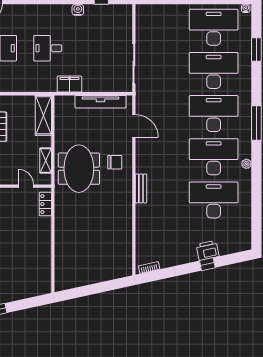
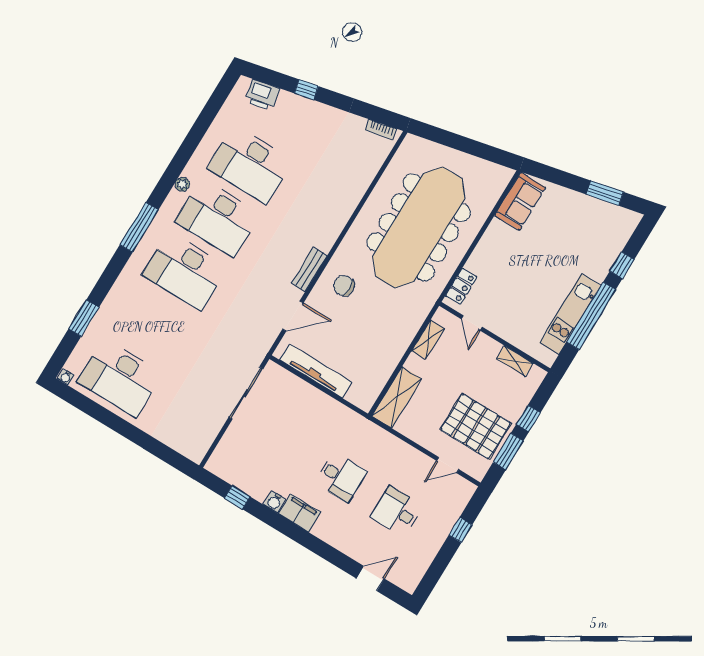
desk: (214, 70) -> (152, 324), removed
filing cabinet: (69, 84) -> (300, 513), moved, turned 180
door: (134, 126) -> (293, 316), swing flipped
meeting table: (79, 169) -> (419, 227), moved, width x1.86, depth x1.27
bench: (141, 188) -> (309, 269), moved
printer: (208, 250) -> (262, 95), moved
sofa: (41, 275) -> (520, 201), added

